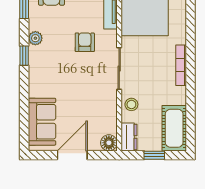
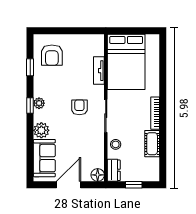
plant: (35, 38) -> (39, 103), moved
armchair: (85, 42) -> (79, 107), moved
plant: (38, 87) -> (41, 130), added
cot: (174, 128) -> (152, 144), moved, width x0.73, depth x0.75

